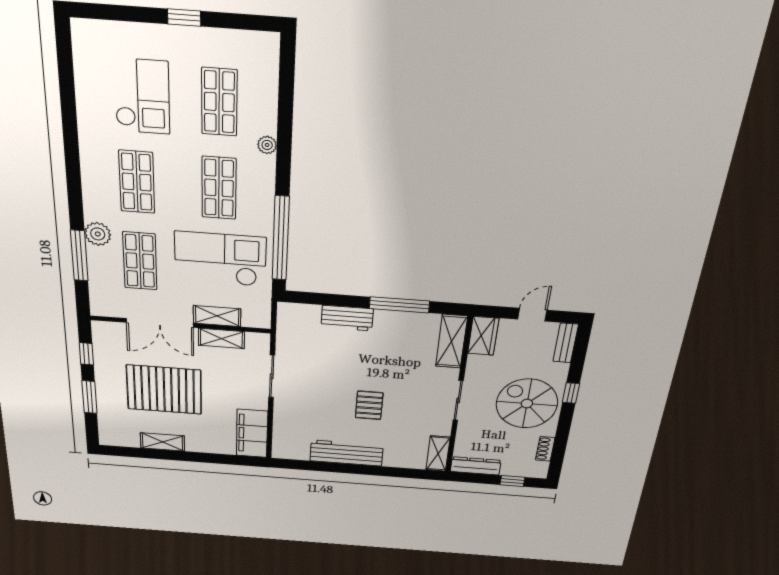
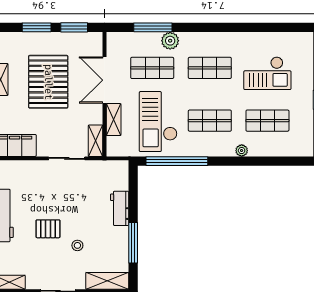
checkout: (220, 259) -> (158, 122), turned 180
shelving: (221, 338) -> (95, 141), moved
window: (86, 354) -> (74, 27), width x1.50
stool: (396, 373) -> (77, 245), added

